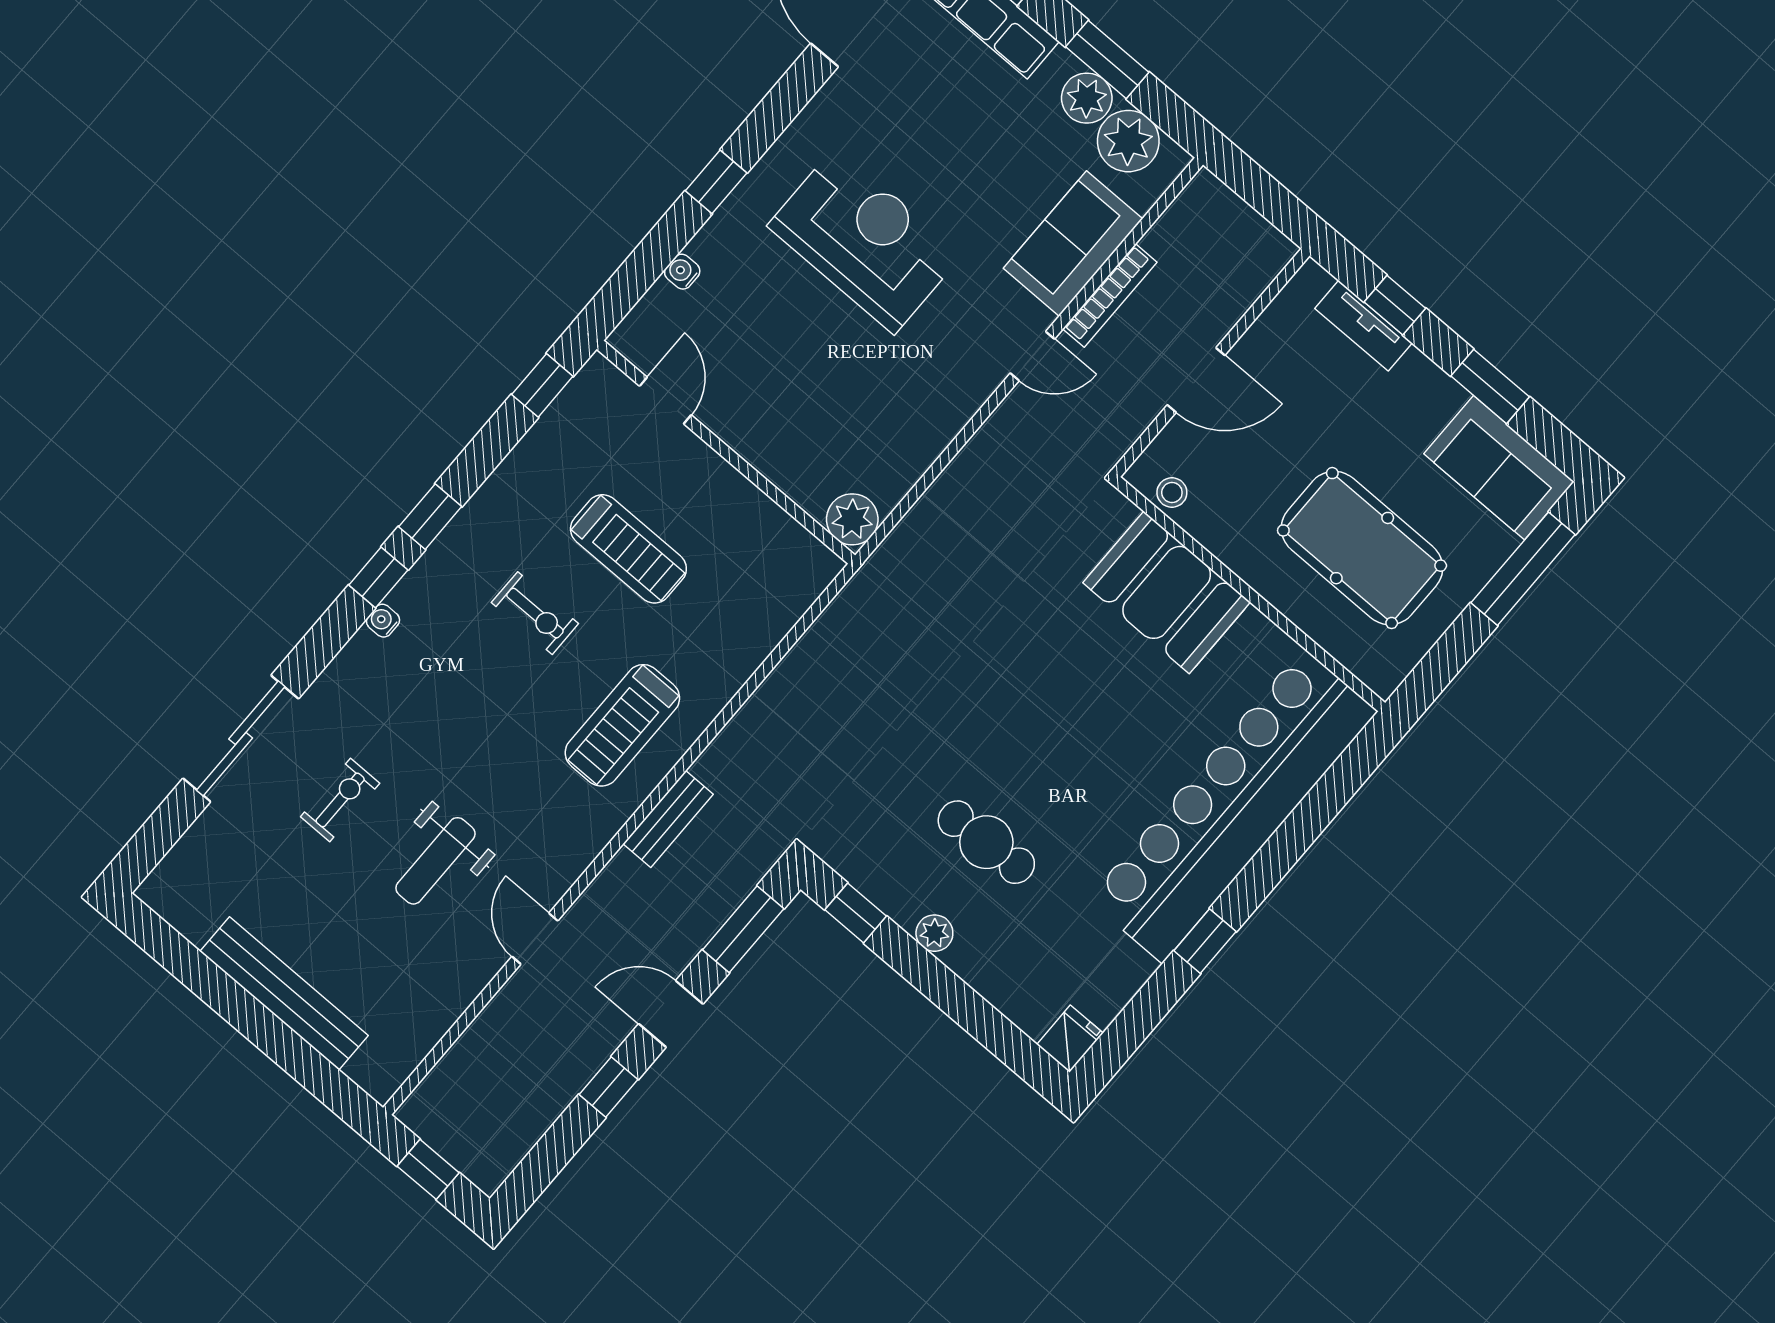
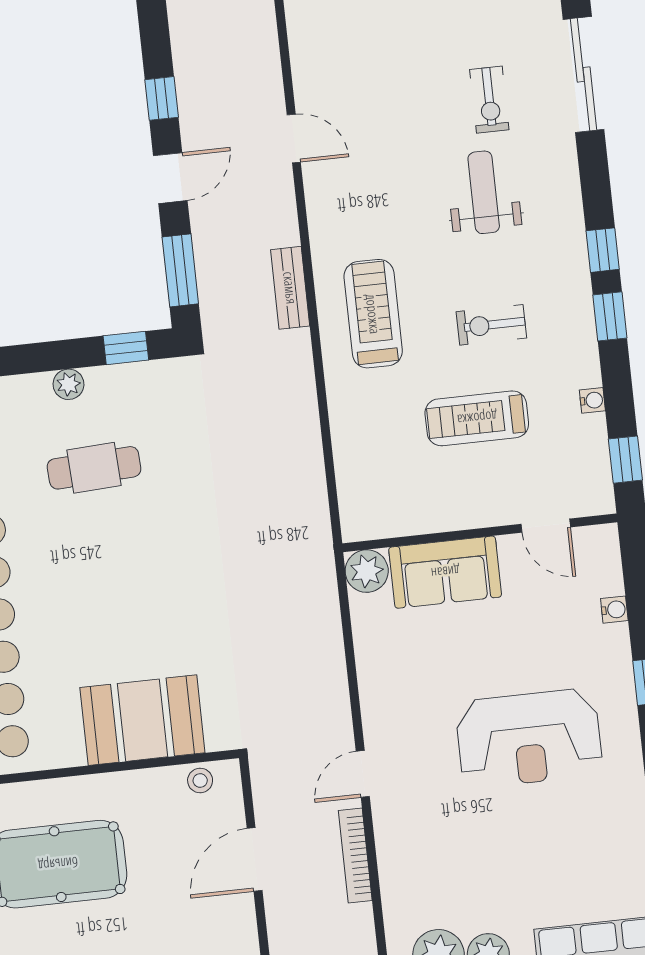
sofa: (1073, 243) -> (445, 572), moved, turned 90
water cooler: (383, 621) -> (592, 400), moved
weight bench: (435, 861) -> (484, 192), moved

